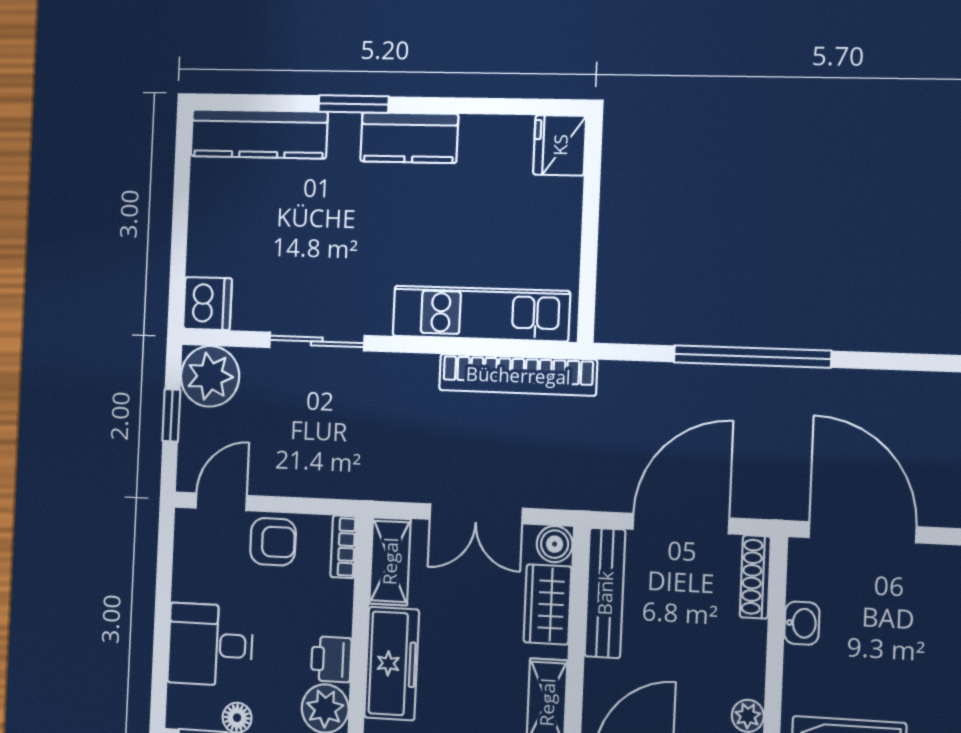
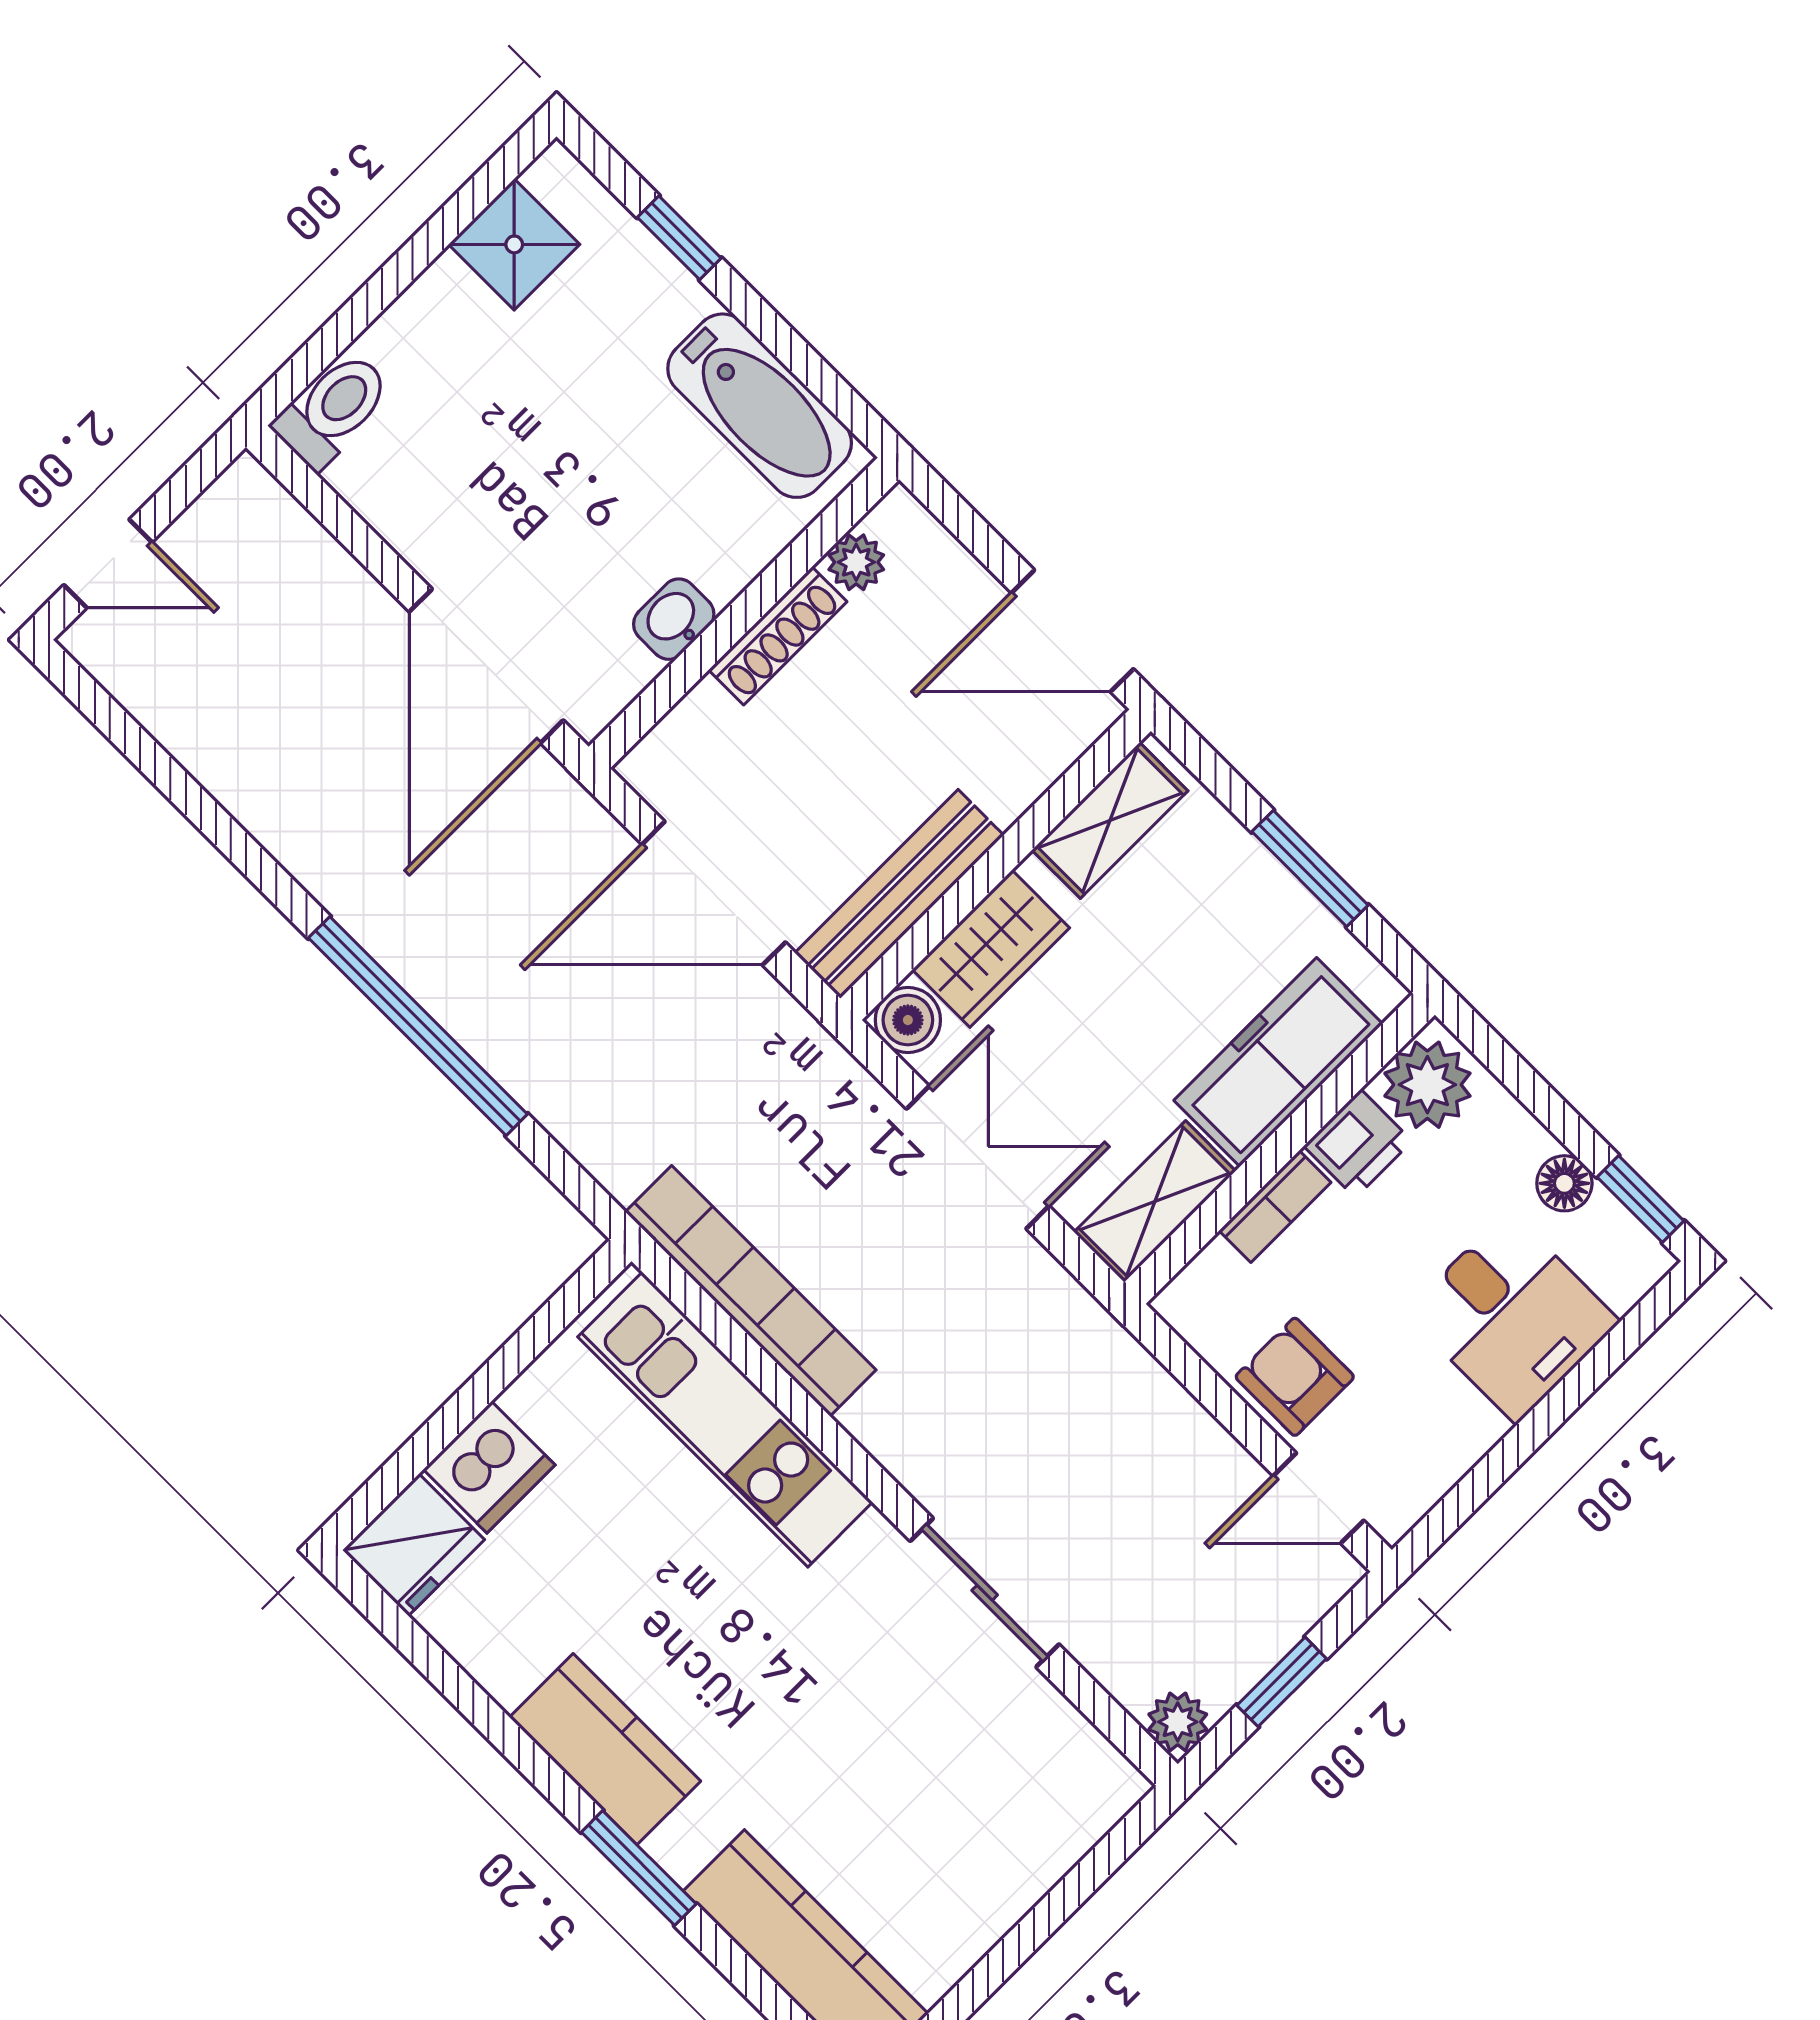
dishwasher: (207, 304) -> (489, 1467), moved, turned 180
plant: (210, 376) -> (1178, 1722), width x0.53, depth x0.53
bookcase: (344, 547) -> (1275, 1206), moved
shoe rack: (755, 577) -> (778, 636), moved

